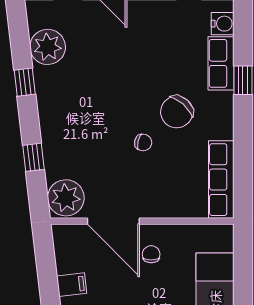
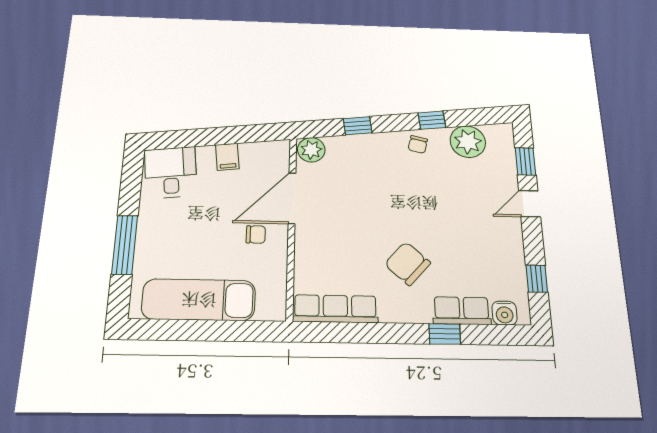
chair: (143, 143) -> (418, 144), moved
plant: (66, 198) -> (311, 150), width x0.73, depth x0.73

